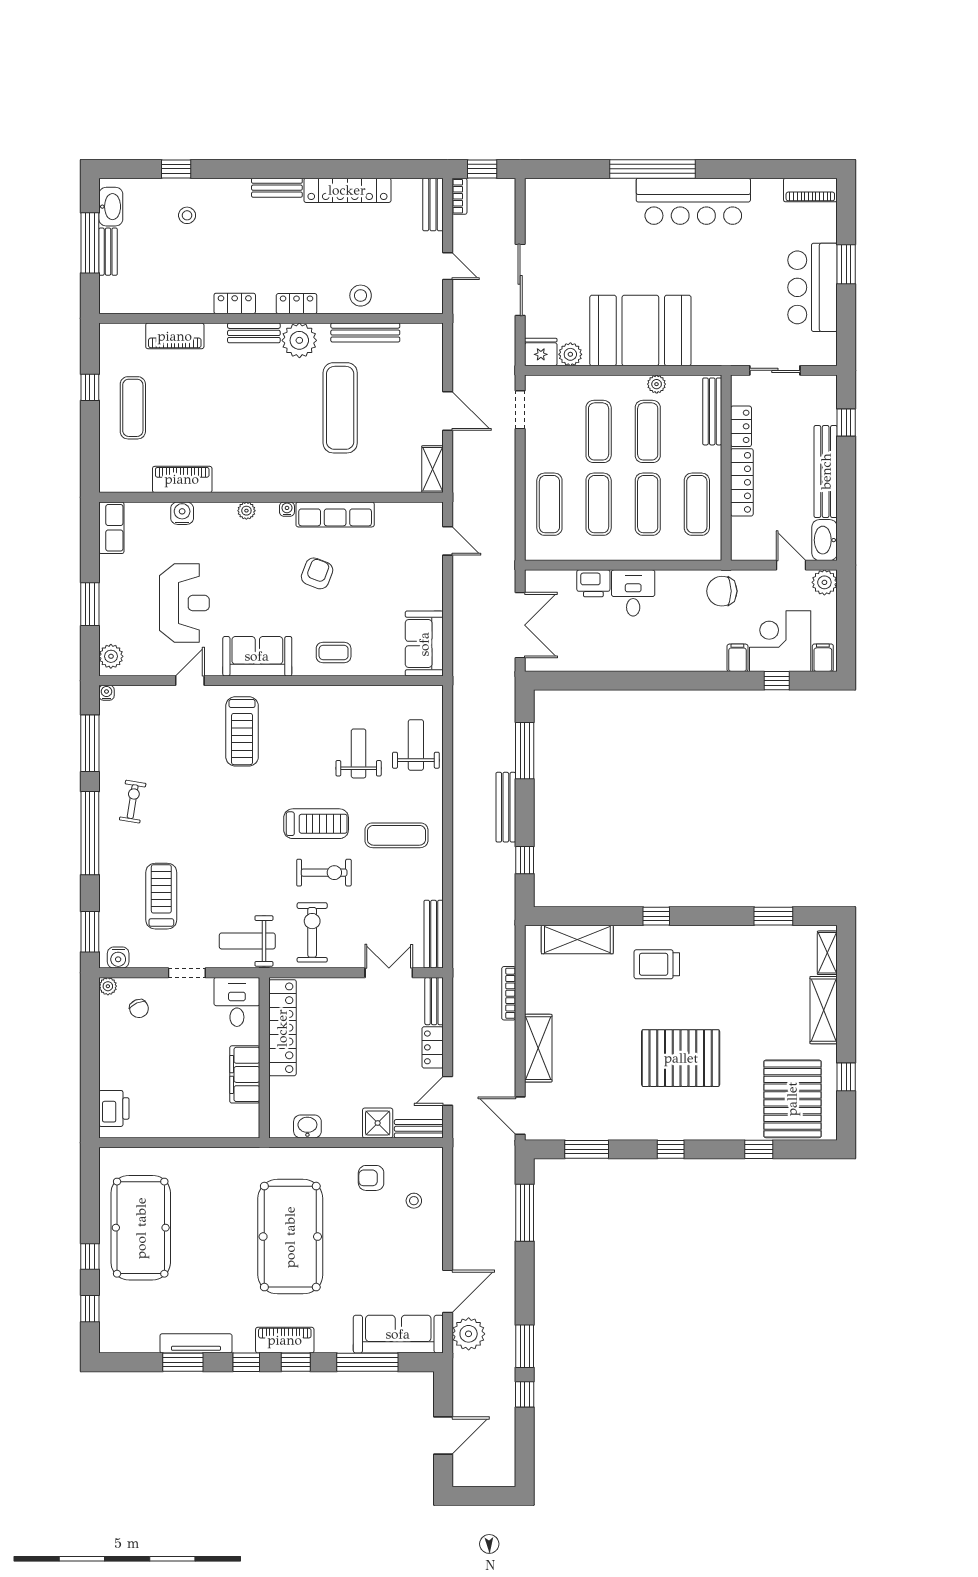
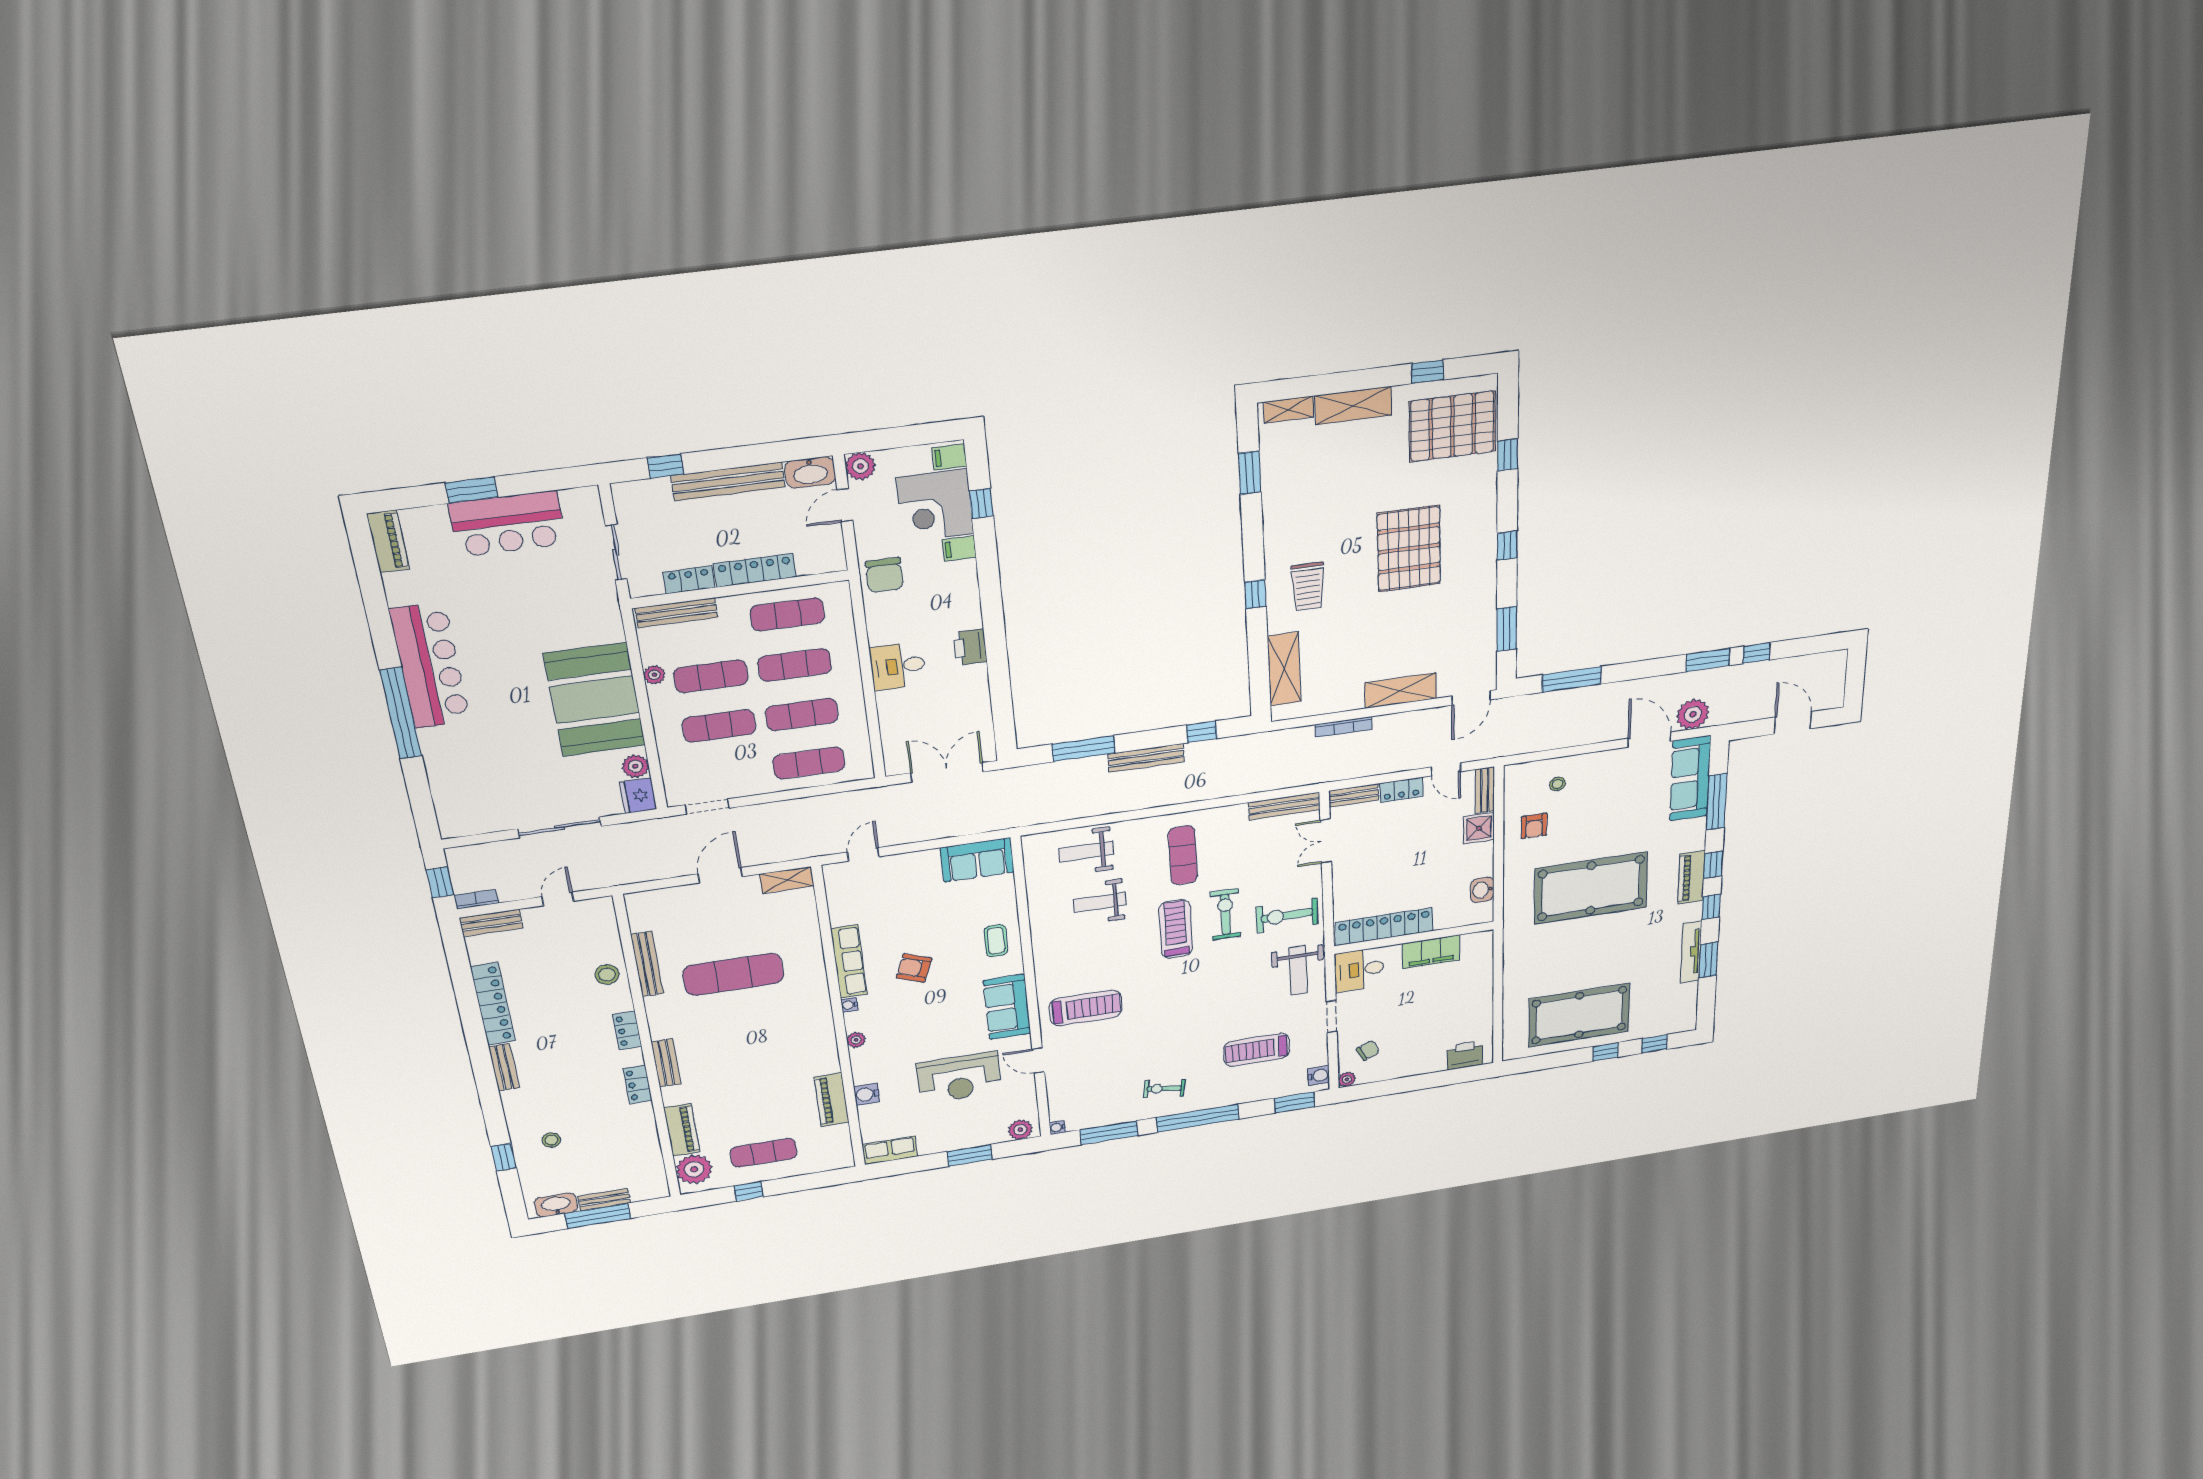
plant: (299, 340) -> (694, 1169), moved
printer: (593, 583) -> (970, 647), moved, turned 180
reception desk: (184, 603) -> (959, 1078), turned 180

